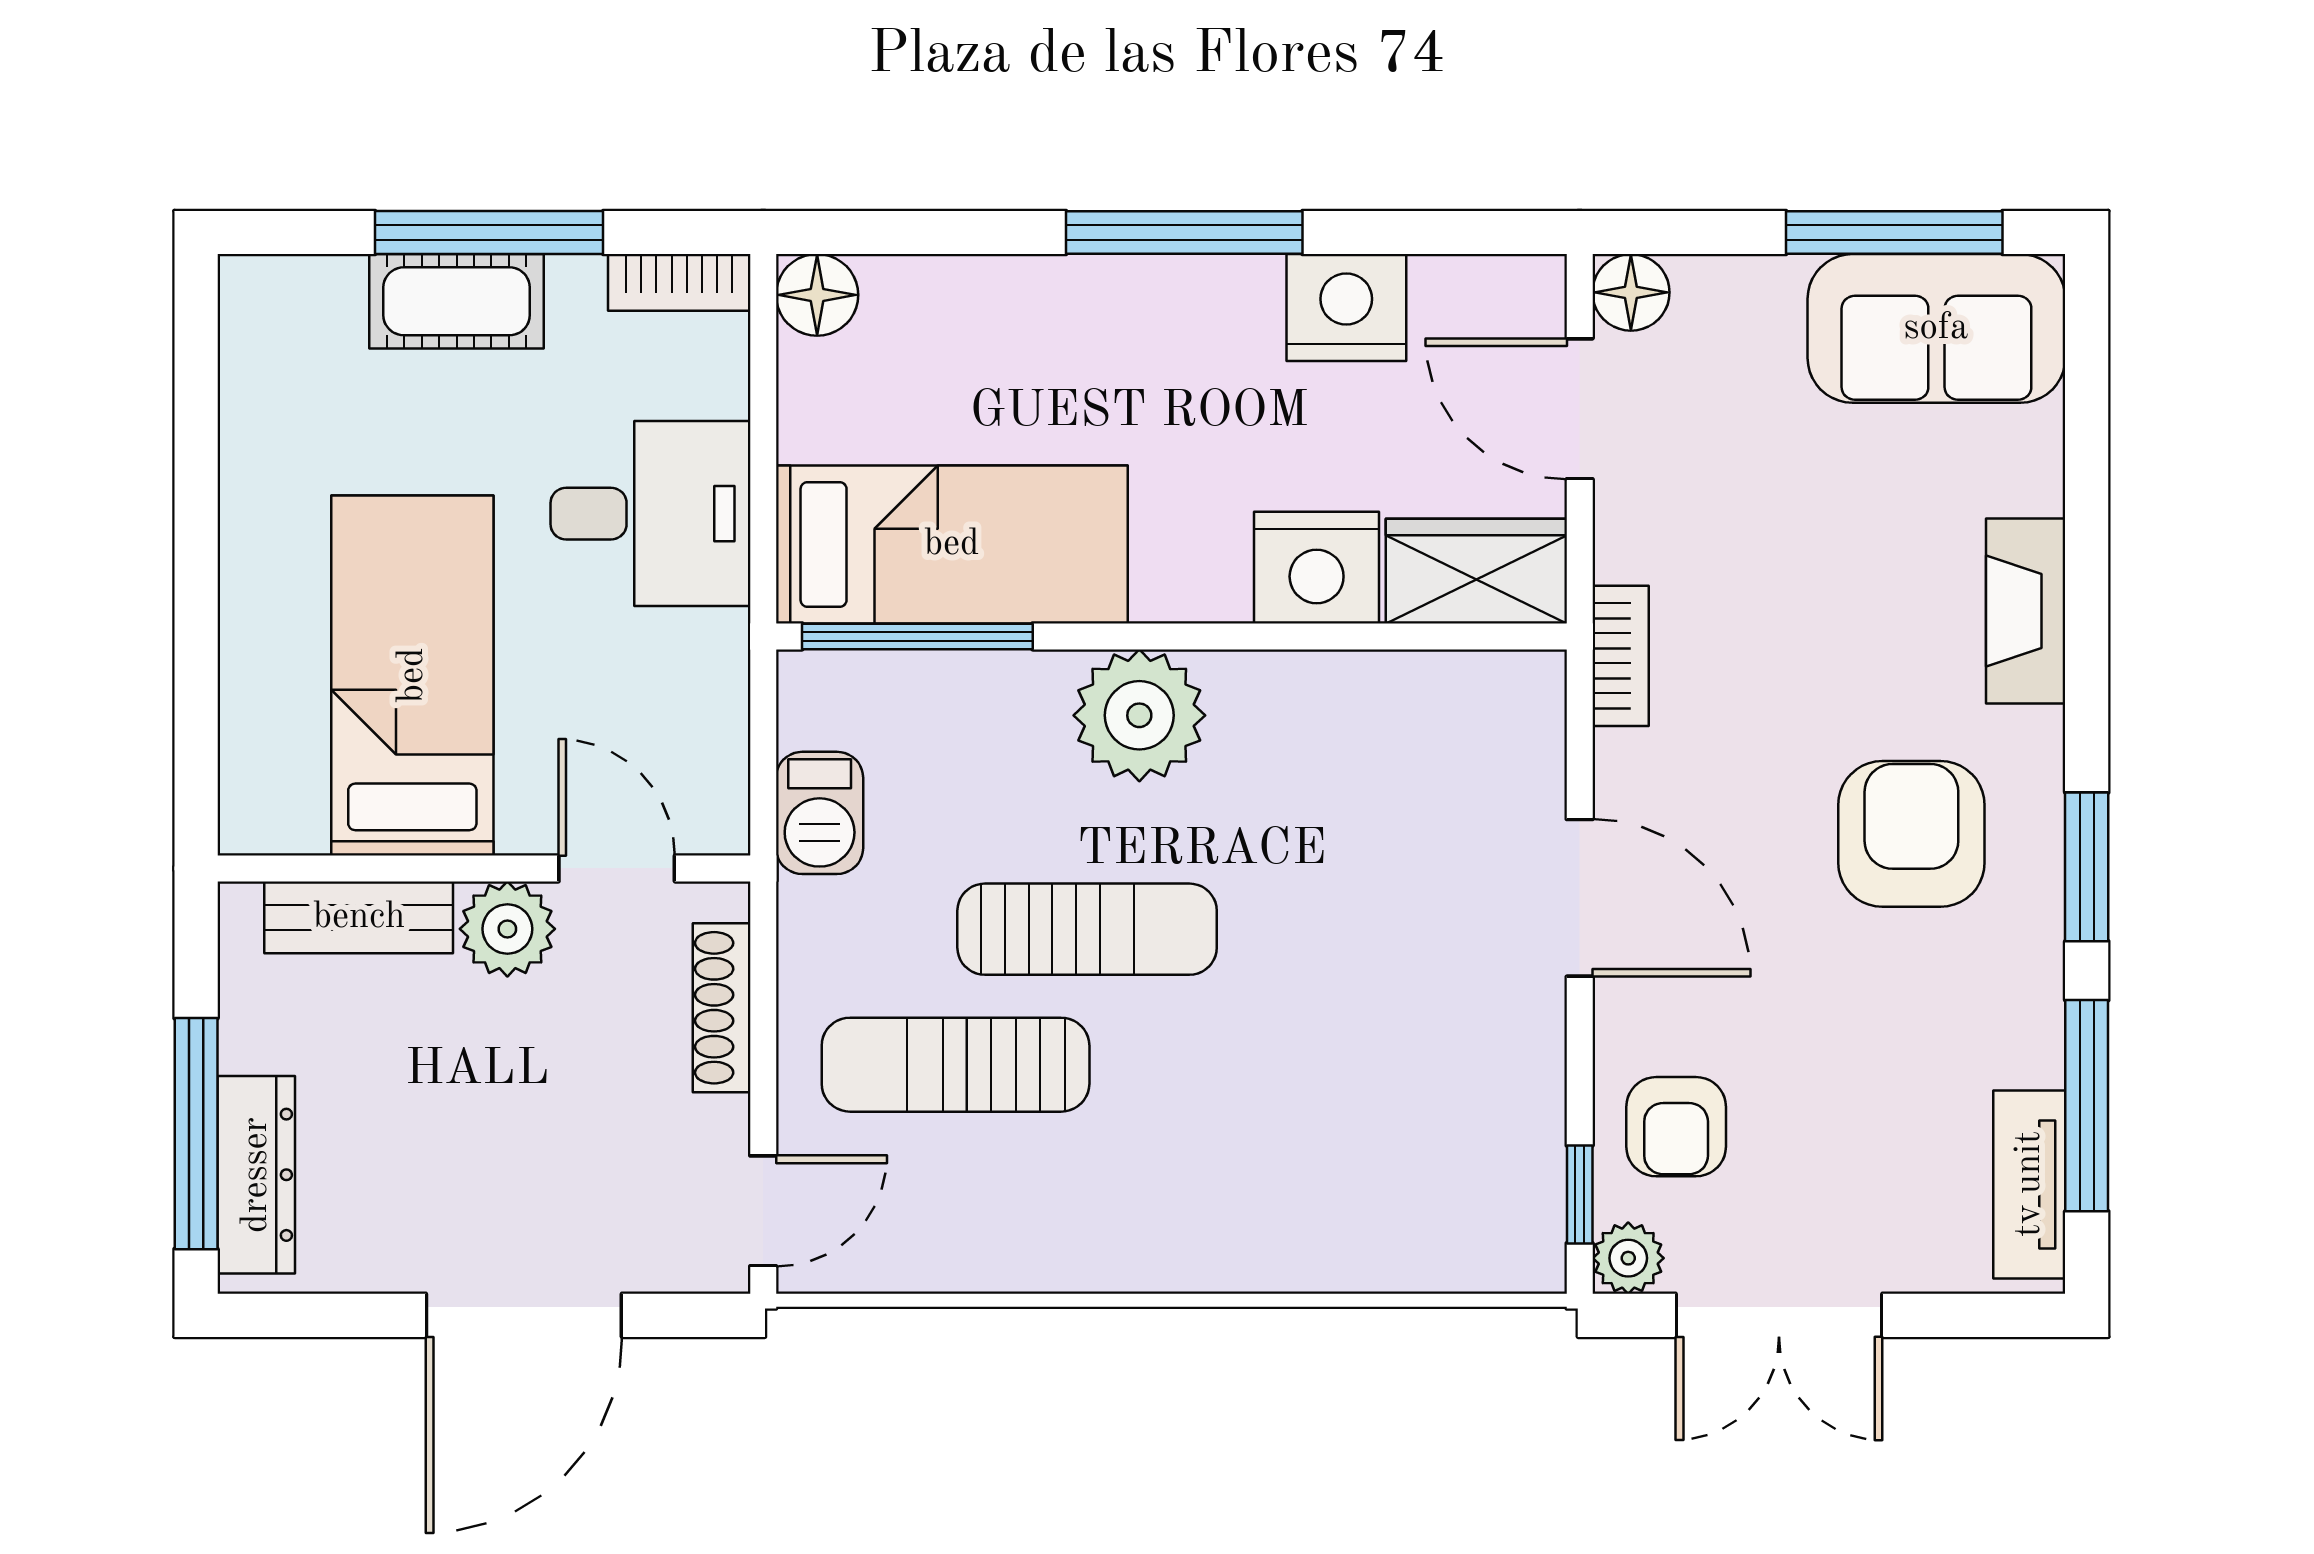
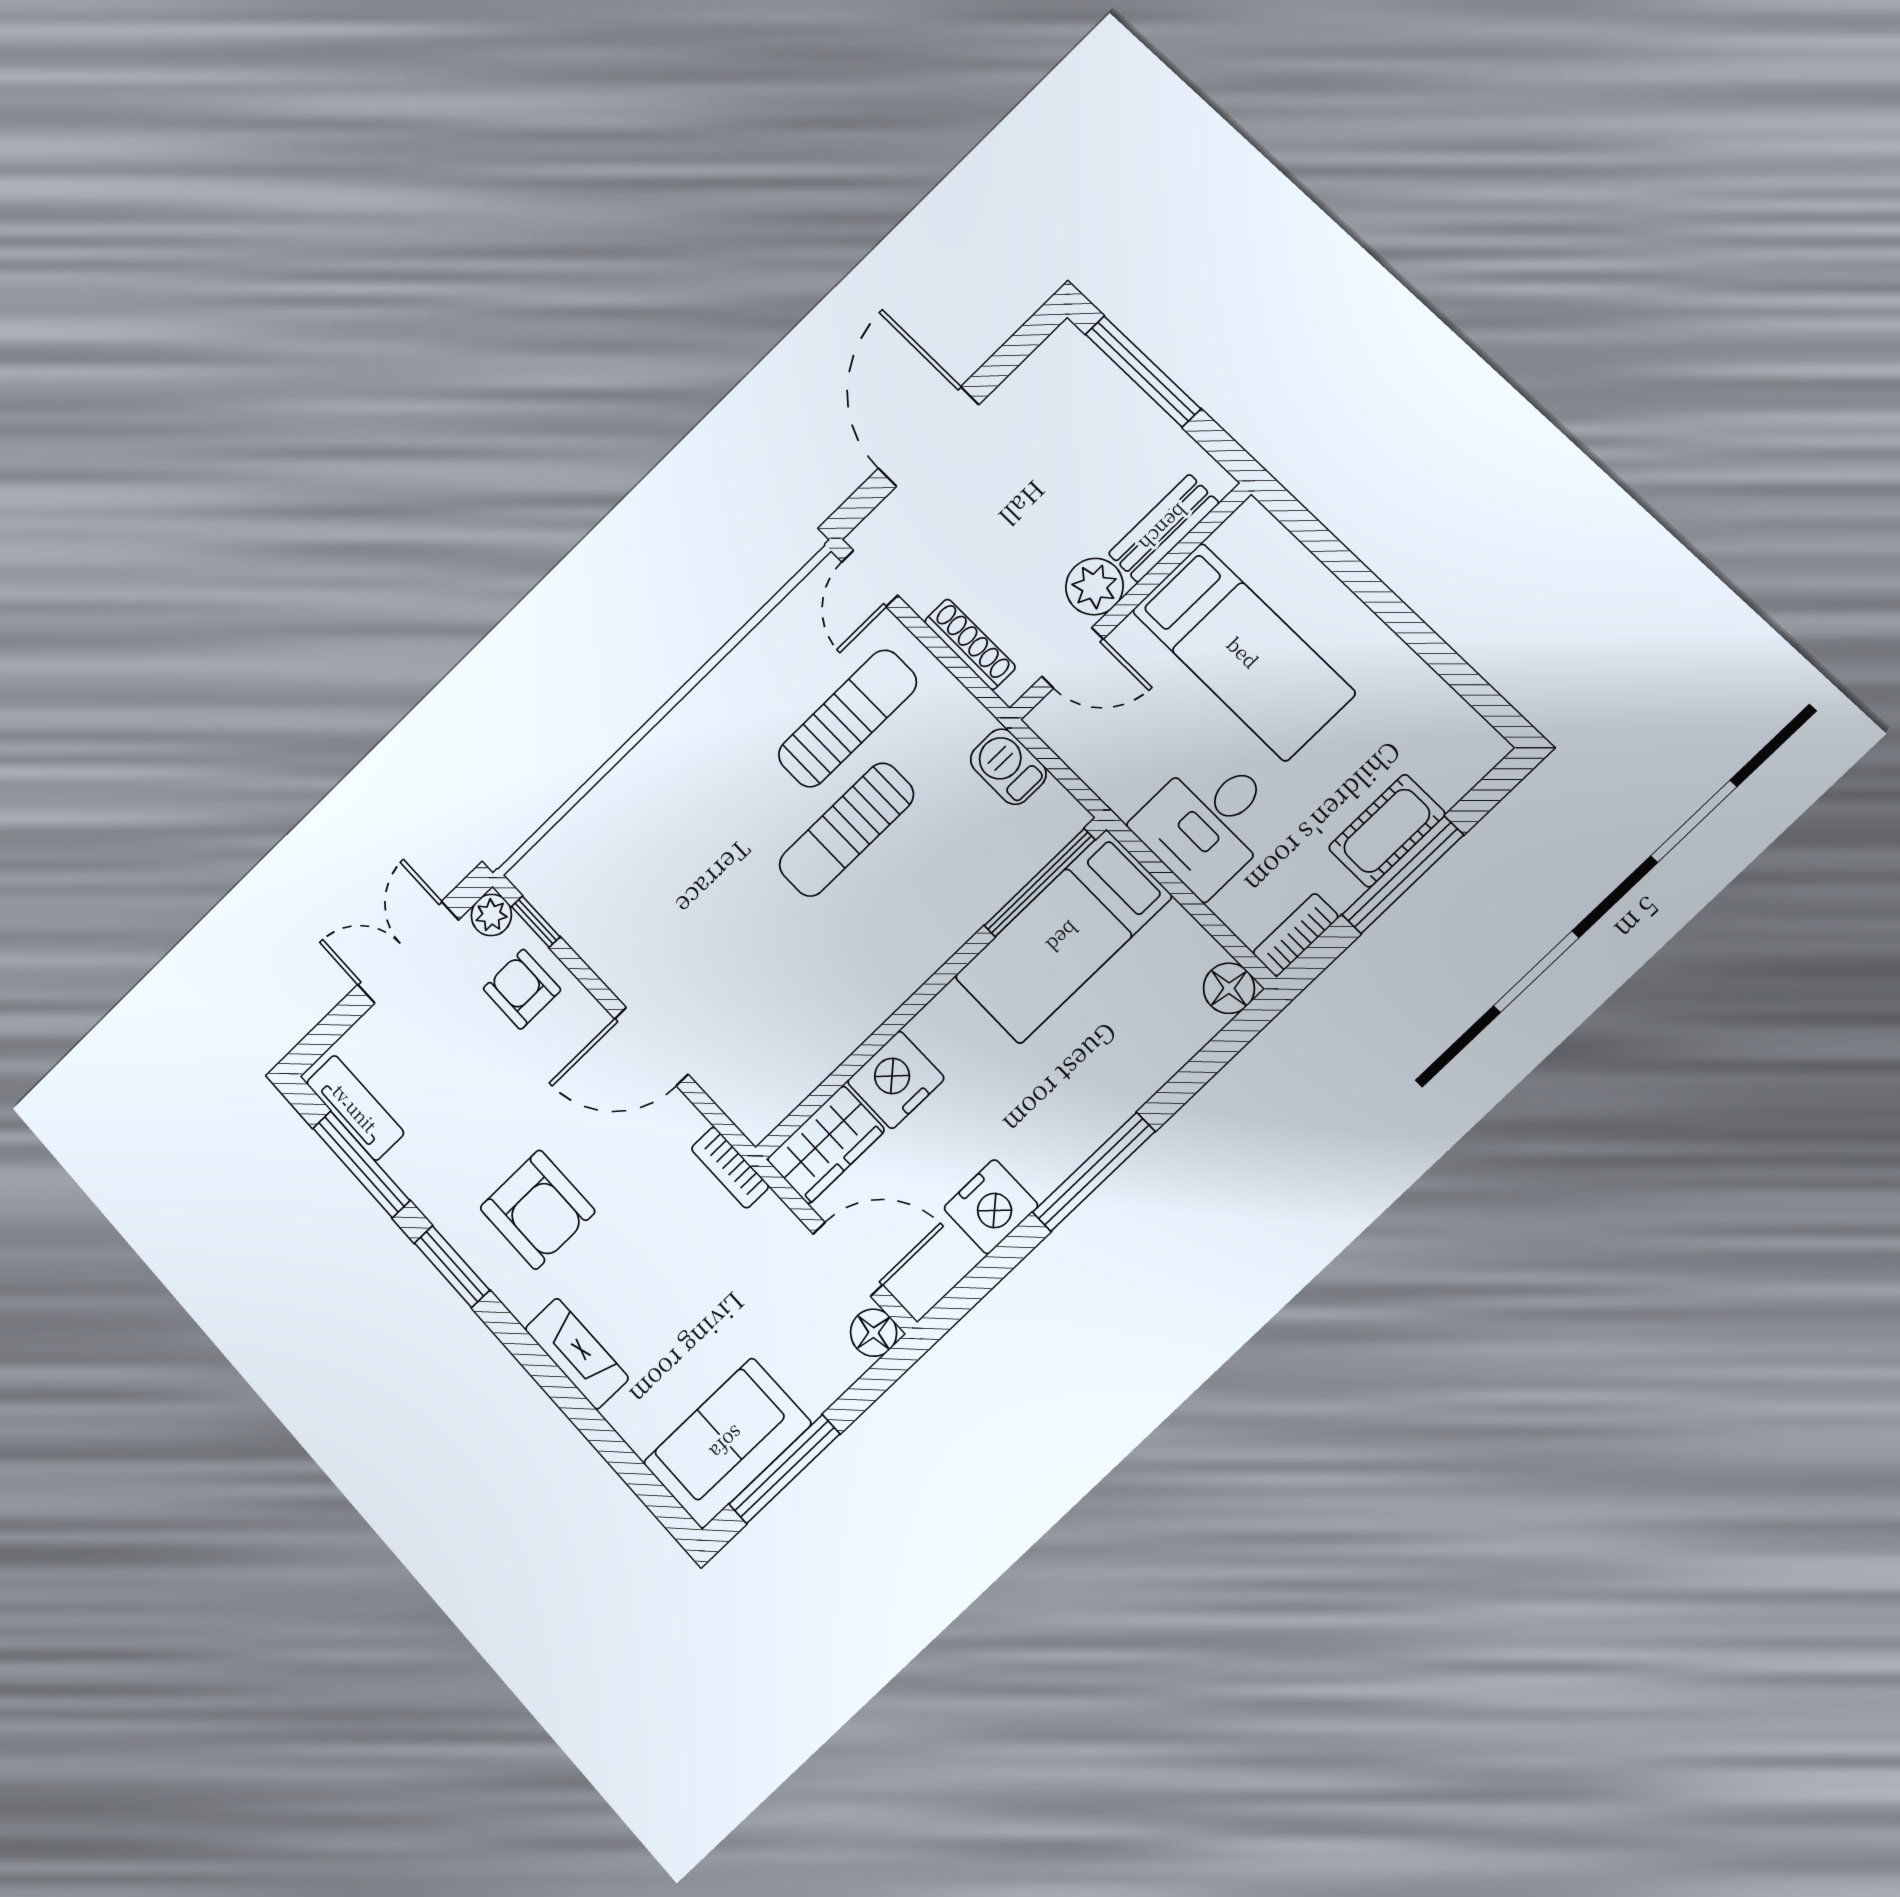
plant: (1139, 715) -> (911, 942), removed
dresser: (256, 1175) -> (1100, 380), removed

